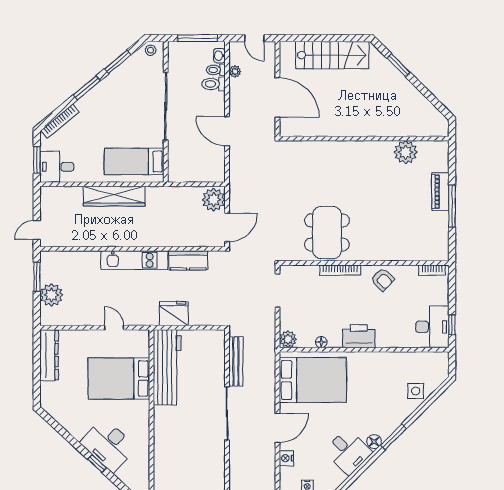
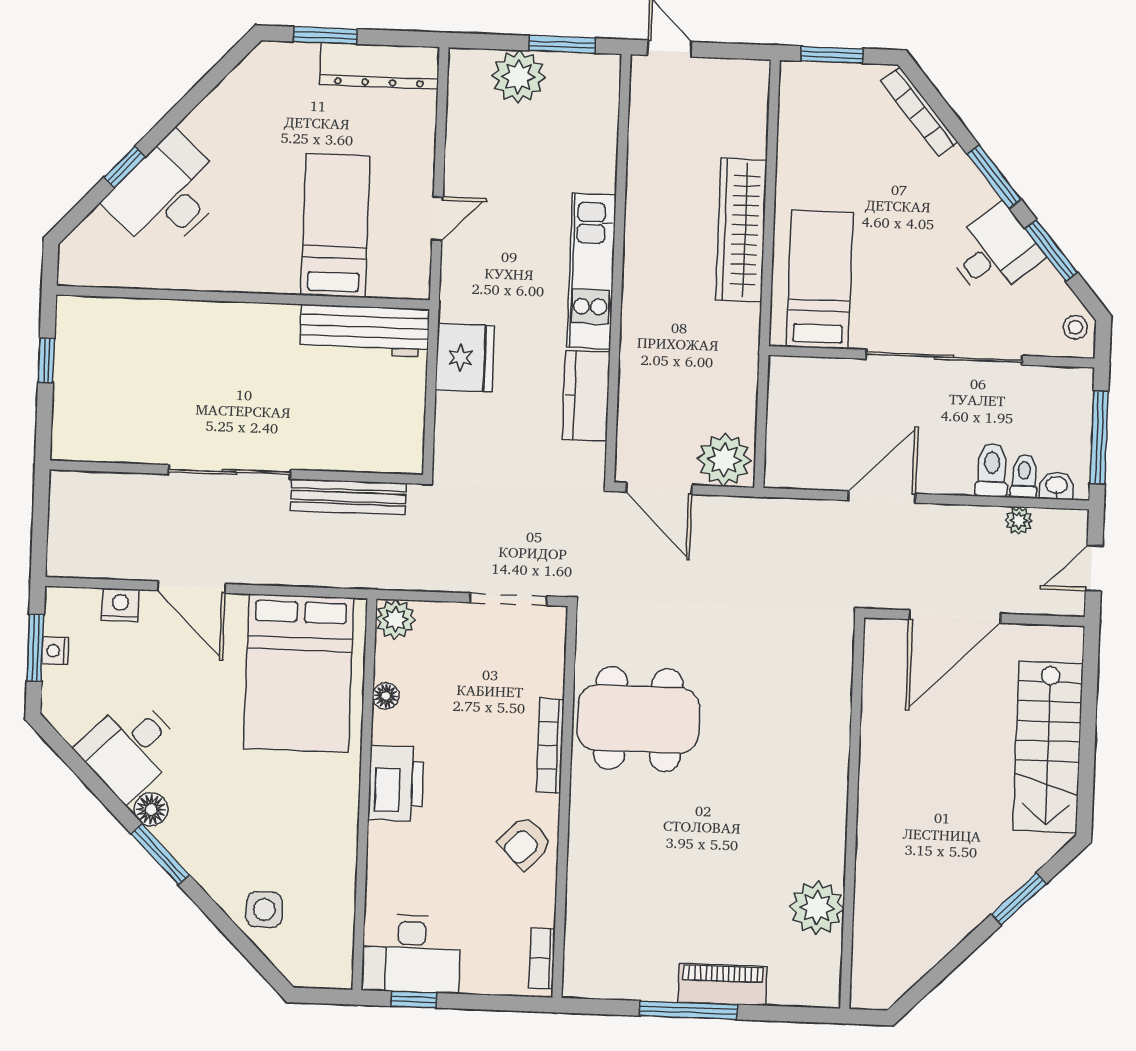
desk: (57, 167) -> (994, 252), moved, turned 50
workbench: (167, 367) -> (365, 331), width x0.73, depth x0.76
bed: (119, 378) -> (335, 226), width x0.67
window: (37, 379) -> (325, 35), added

